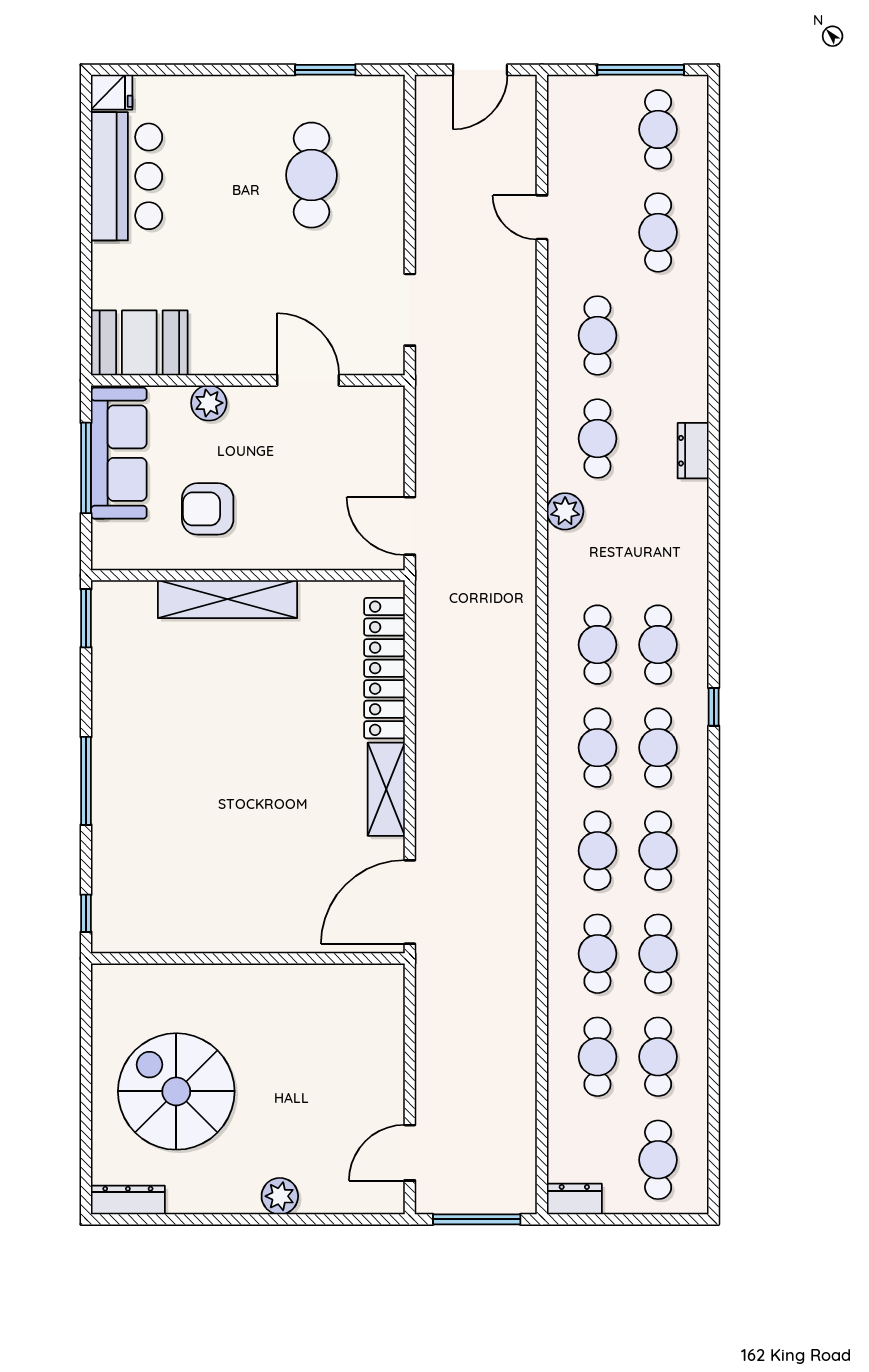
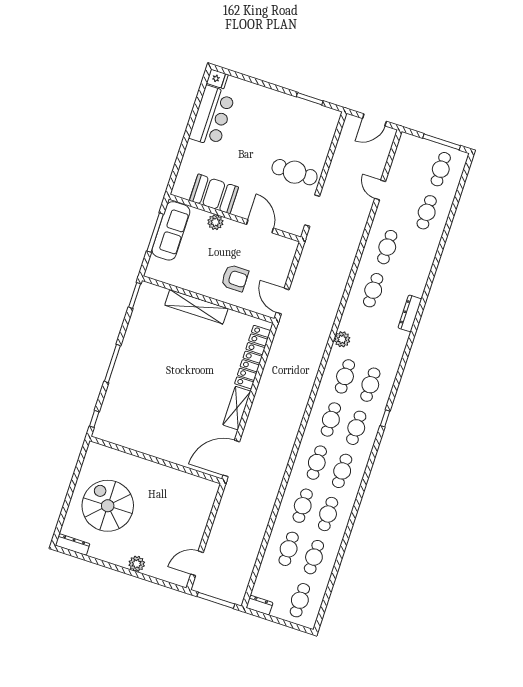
cafe table: (311, 175) -> (295, 172), moved, turned 90
booth: (139, 343) -> (214, 194), moved
dresser: (693, 451) -> (410, 313), width x1.44
armchair: (208, 509) -> (235, 278), moved, turned 180
plant: (565, 511) -> (342, 339), moved

